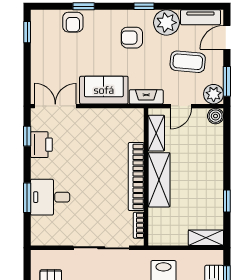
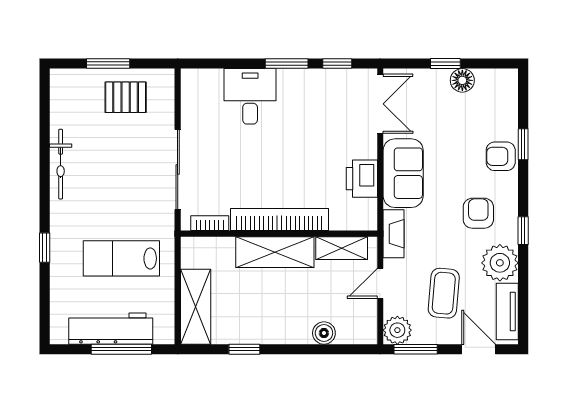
armchair: (73, 22) -> (501, 156), moved
window: (27, 32) -> (445, 64), moved
floor lamp: (39, 49) -> (462, 80), added
door: (181, 106) -> (380, 283), hinge flipped
boiler: (216, 116) -> (324, 333), moved
printer: (41, 145) -> (362, 179), moved, turned 90
window: (27, 198) -> (287, 64), moved
shelving: (206, 238) -> (196, 307), width x1.50, depth x1.33

